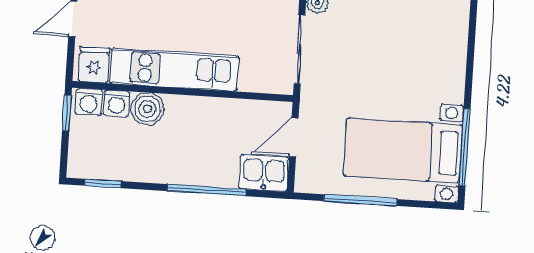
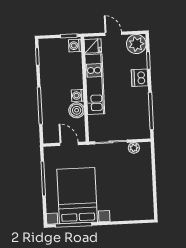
washing machine: (117, 103) -> (78, 95), moved
boiler: (147, 109) -> (77, 110), moved
bed with nightstands: (403, 150) -> (77, 196), width x1.36
kitchen sink: (264, 173) -> (51, 132), removed

